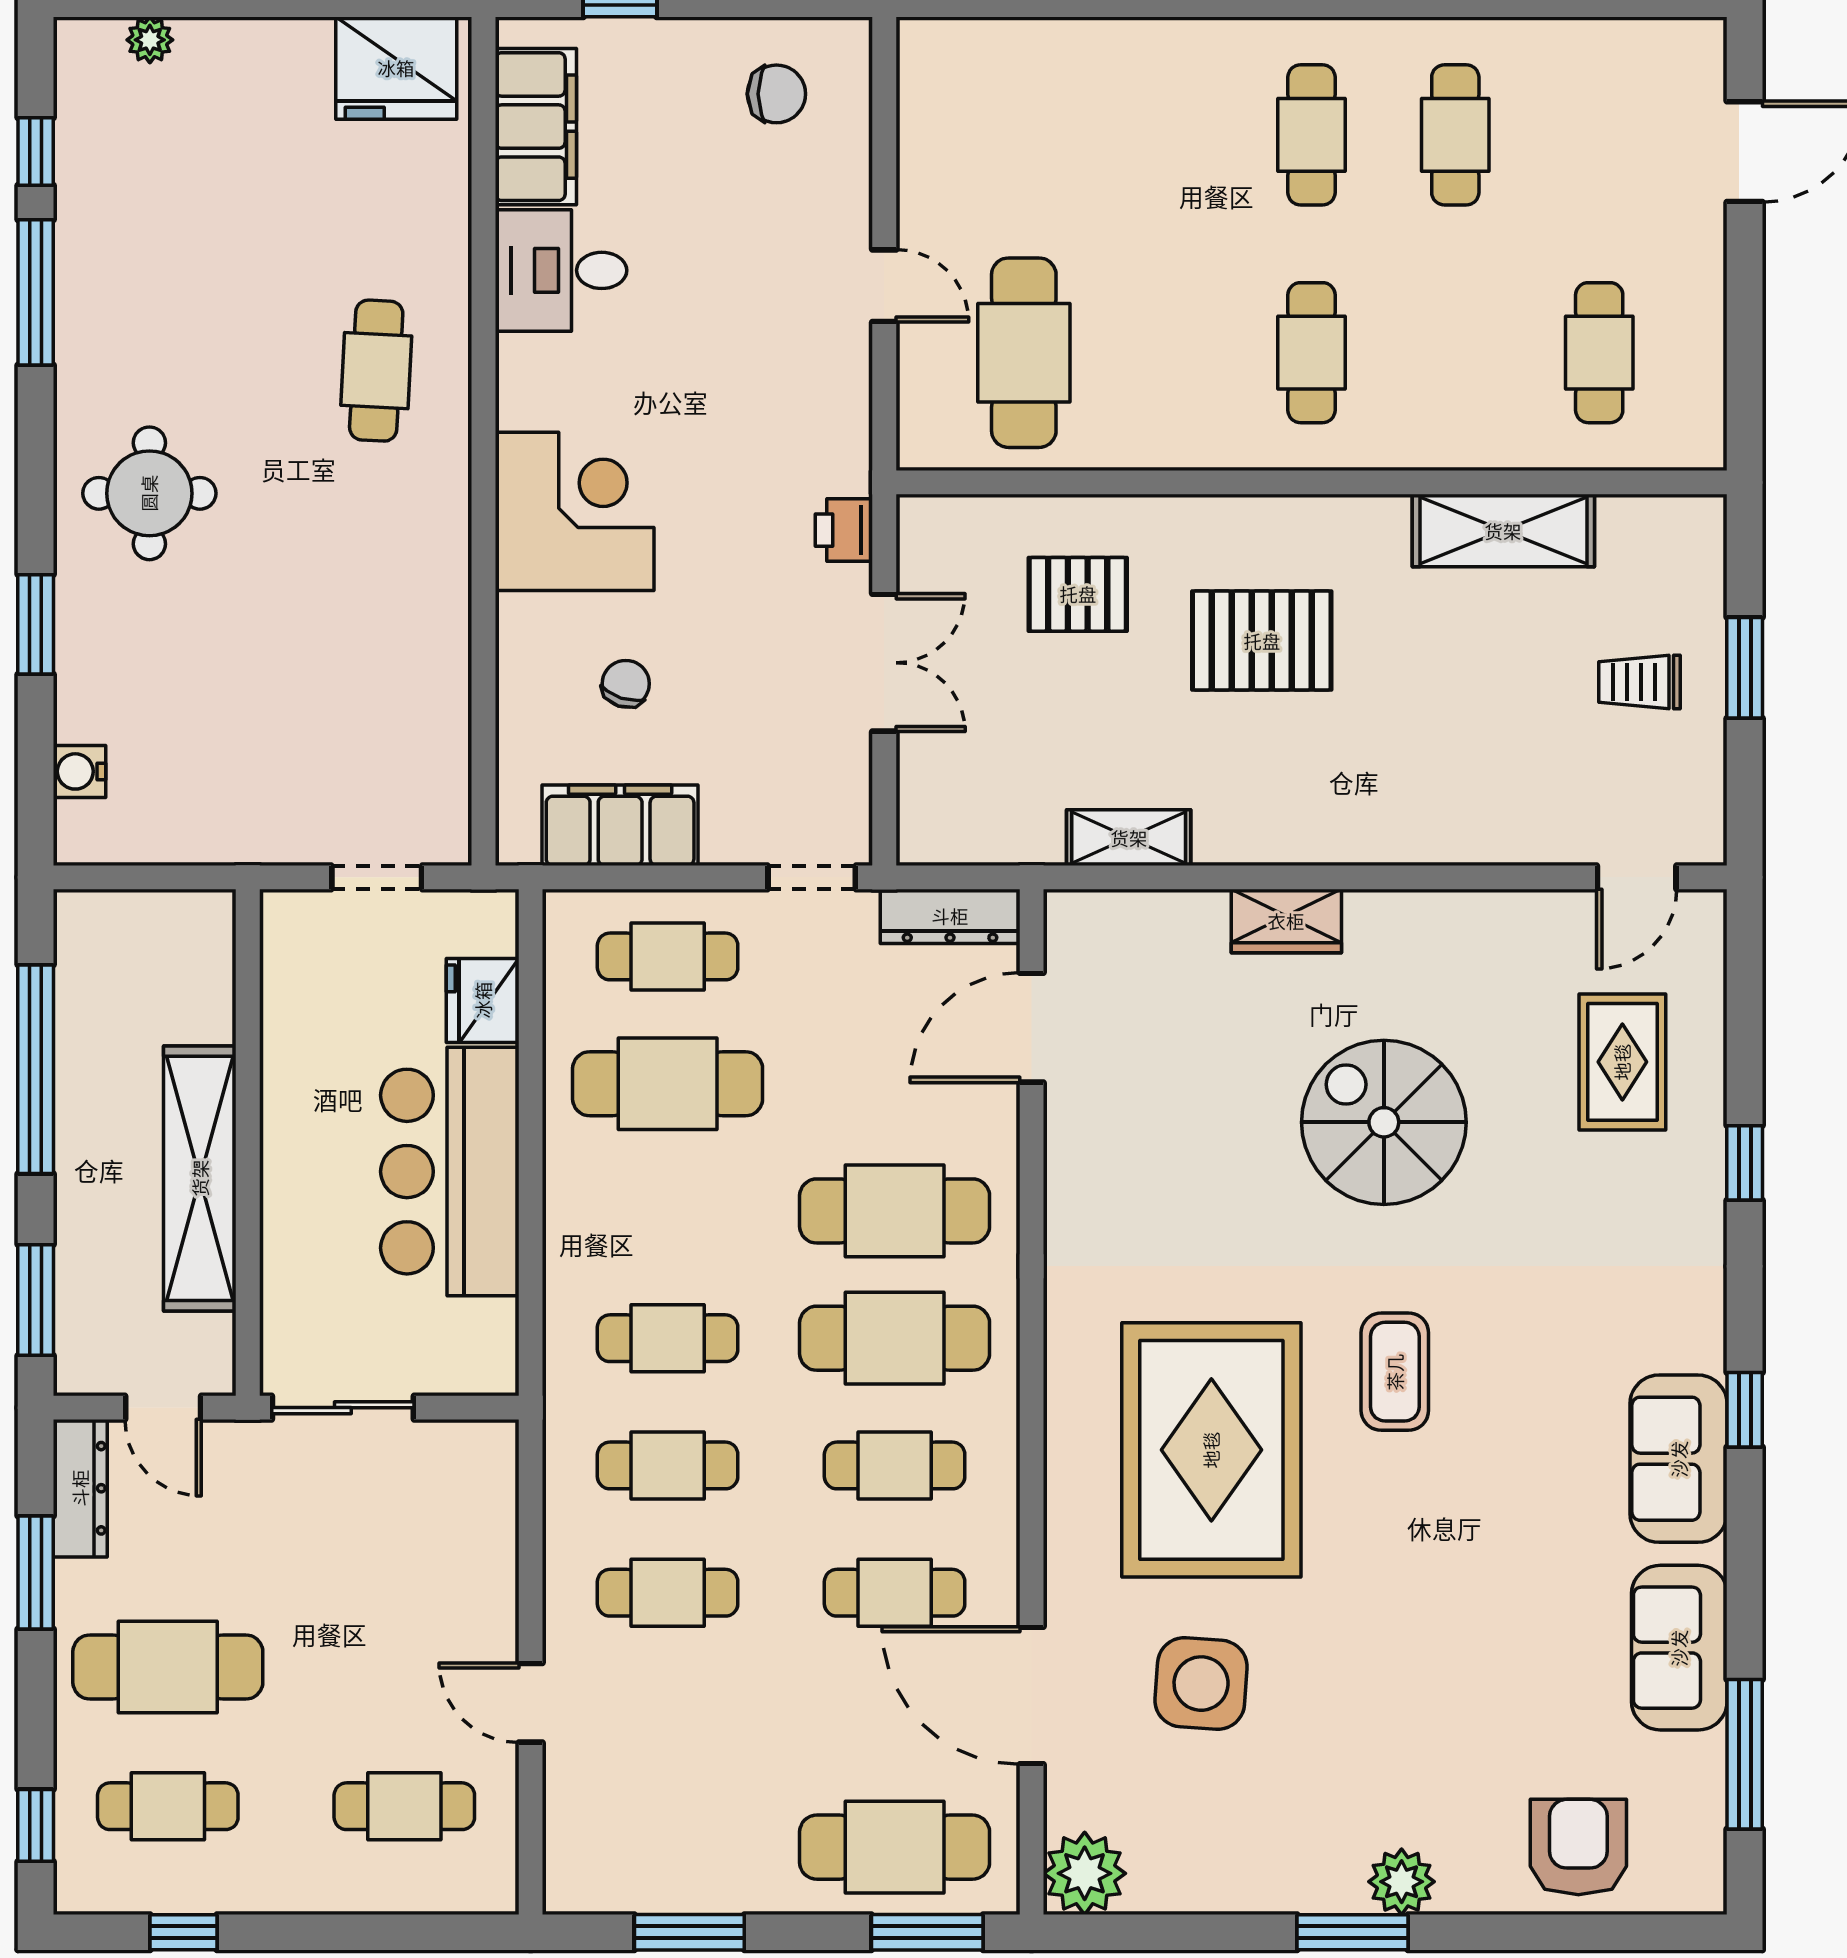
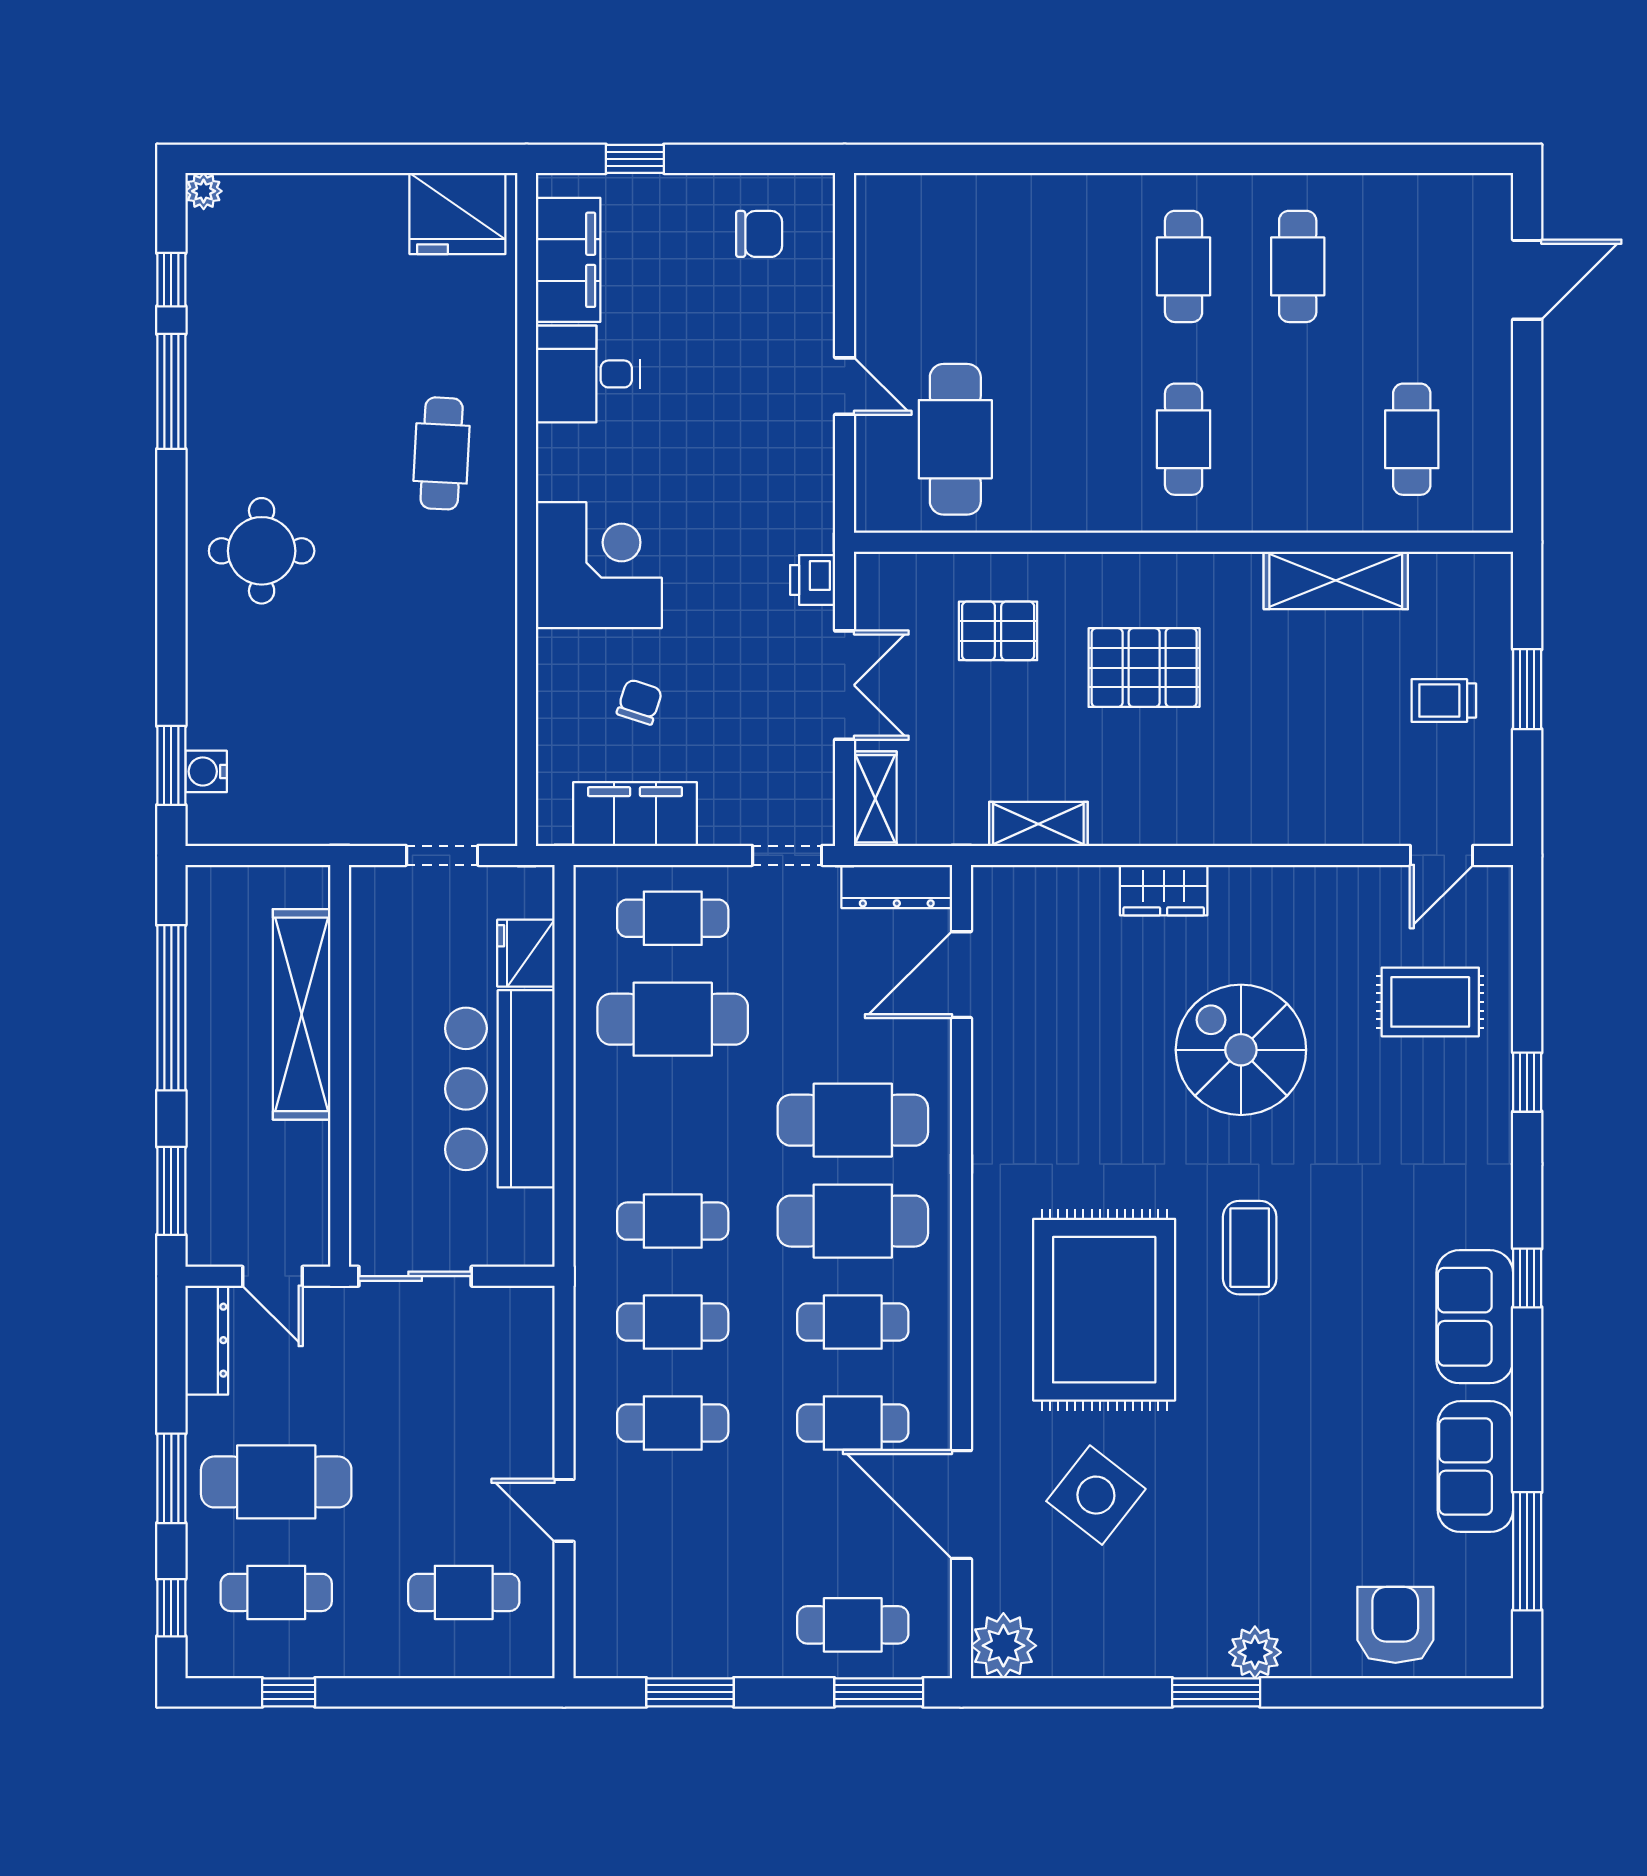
plant: (150, 40) -> (204, 191), moved
window: (36, 624) -> (171, 765), moved
shelving: (923, 806) -> (875, 799), added
rug: (1622, 1062) -> (1430, 1002), turned 90
shelving: (200, 1178) -> (302, 1014), moved
window: (36, 1573) -> (171, 1478), moved
side table: (1201, 1684) -> (1096, 1495), turned 34
cafe table: (895, 1847) -> (853, 1625), width x0.73, depth x0.74

